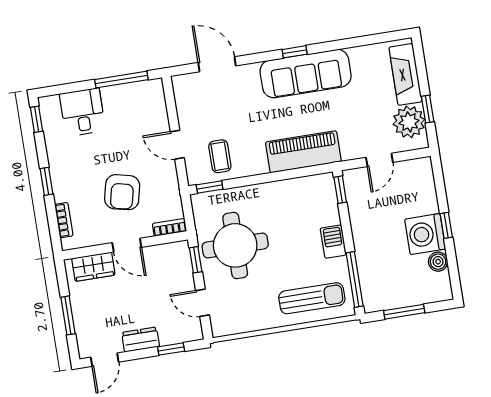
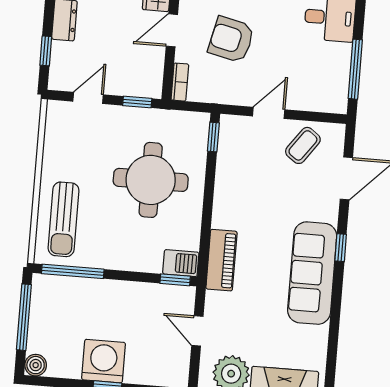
window: (295, 52) -> (341, 248), moved
piano: (303, 152) -> (221, 260), width x0.73, depth x0.75
coffee table: (220, 156) -> (303, 145), moved, turned -54
barbecue: (333, 242) -> (181, 263), moved
round table: (235, 245) -> (151, 180), moved
boiler: (438, 262) -> (36, 365), moved
window: (404, 312) -> (24, 317), width x1.44

